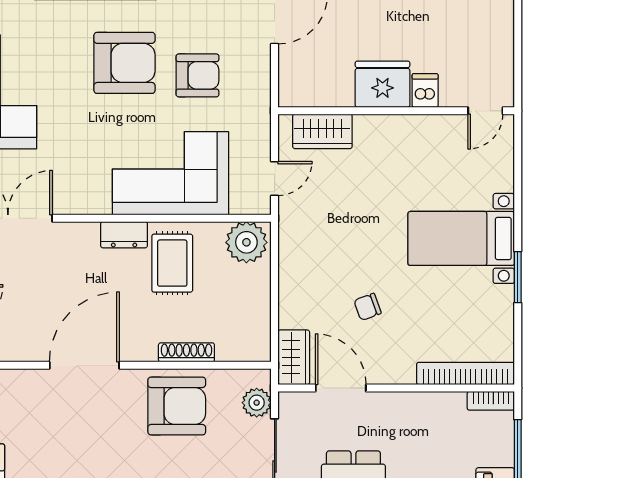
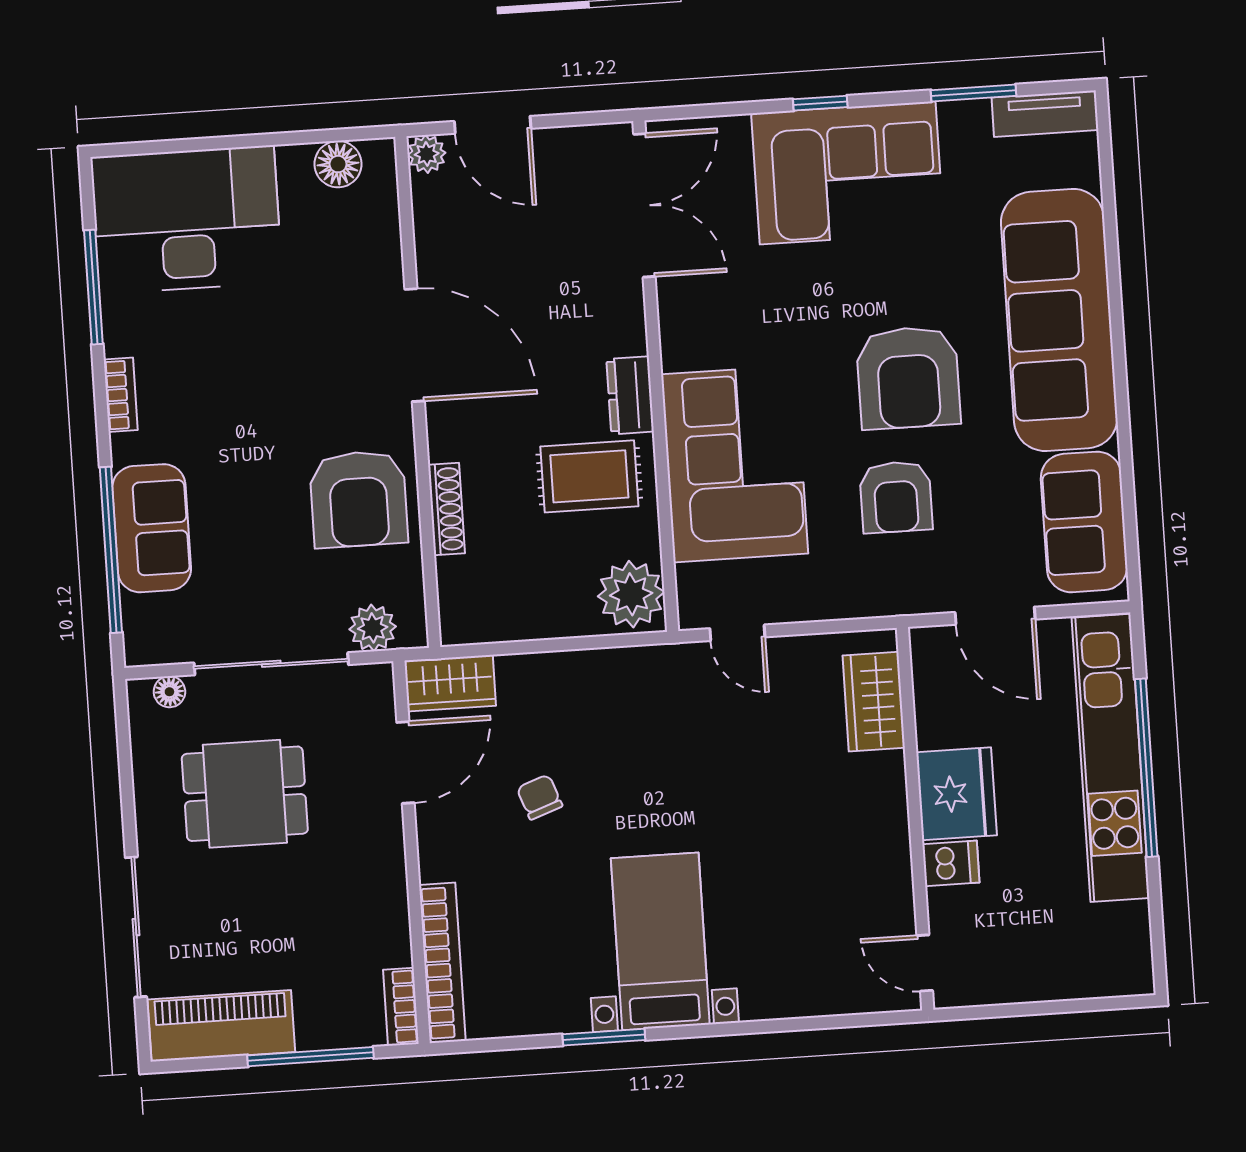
fridge: (383, 84) -> (956, 794), moved
dishwasher: (425, 90) -> (951, 863), moved
wall: (396, 111) -> (915, 819), moved
door: (485, 111) -> (925, 963), moved
wardrobe: (322, 131) -> (874, 702), moved

